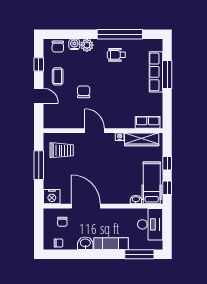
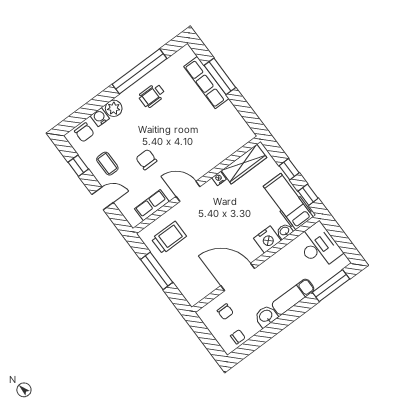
row of seats: (148, 122) -> (152, 205), moved
nightstand: (52, 197) -> (267, 239), moved

